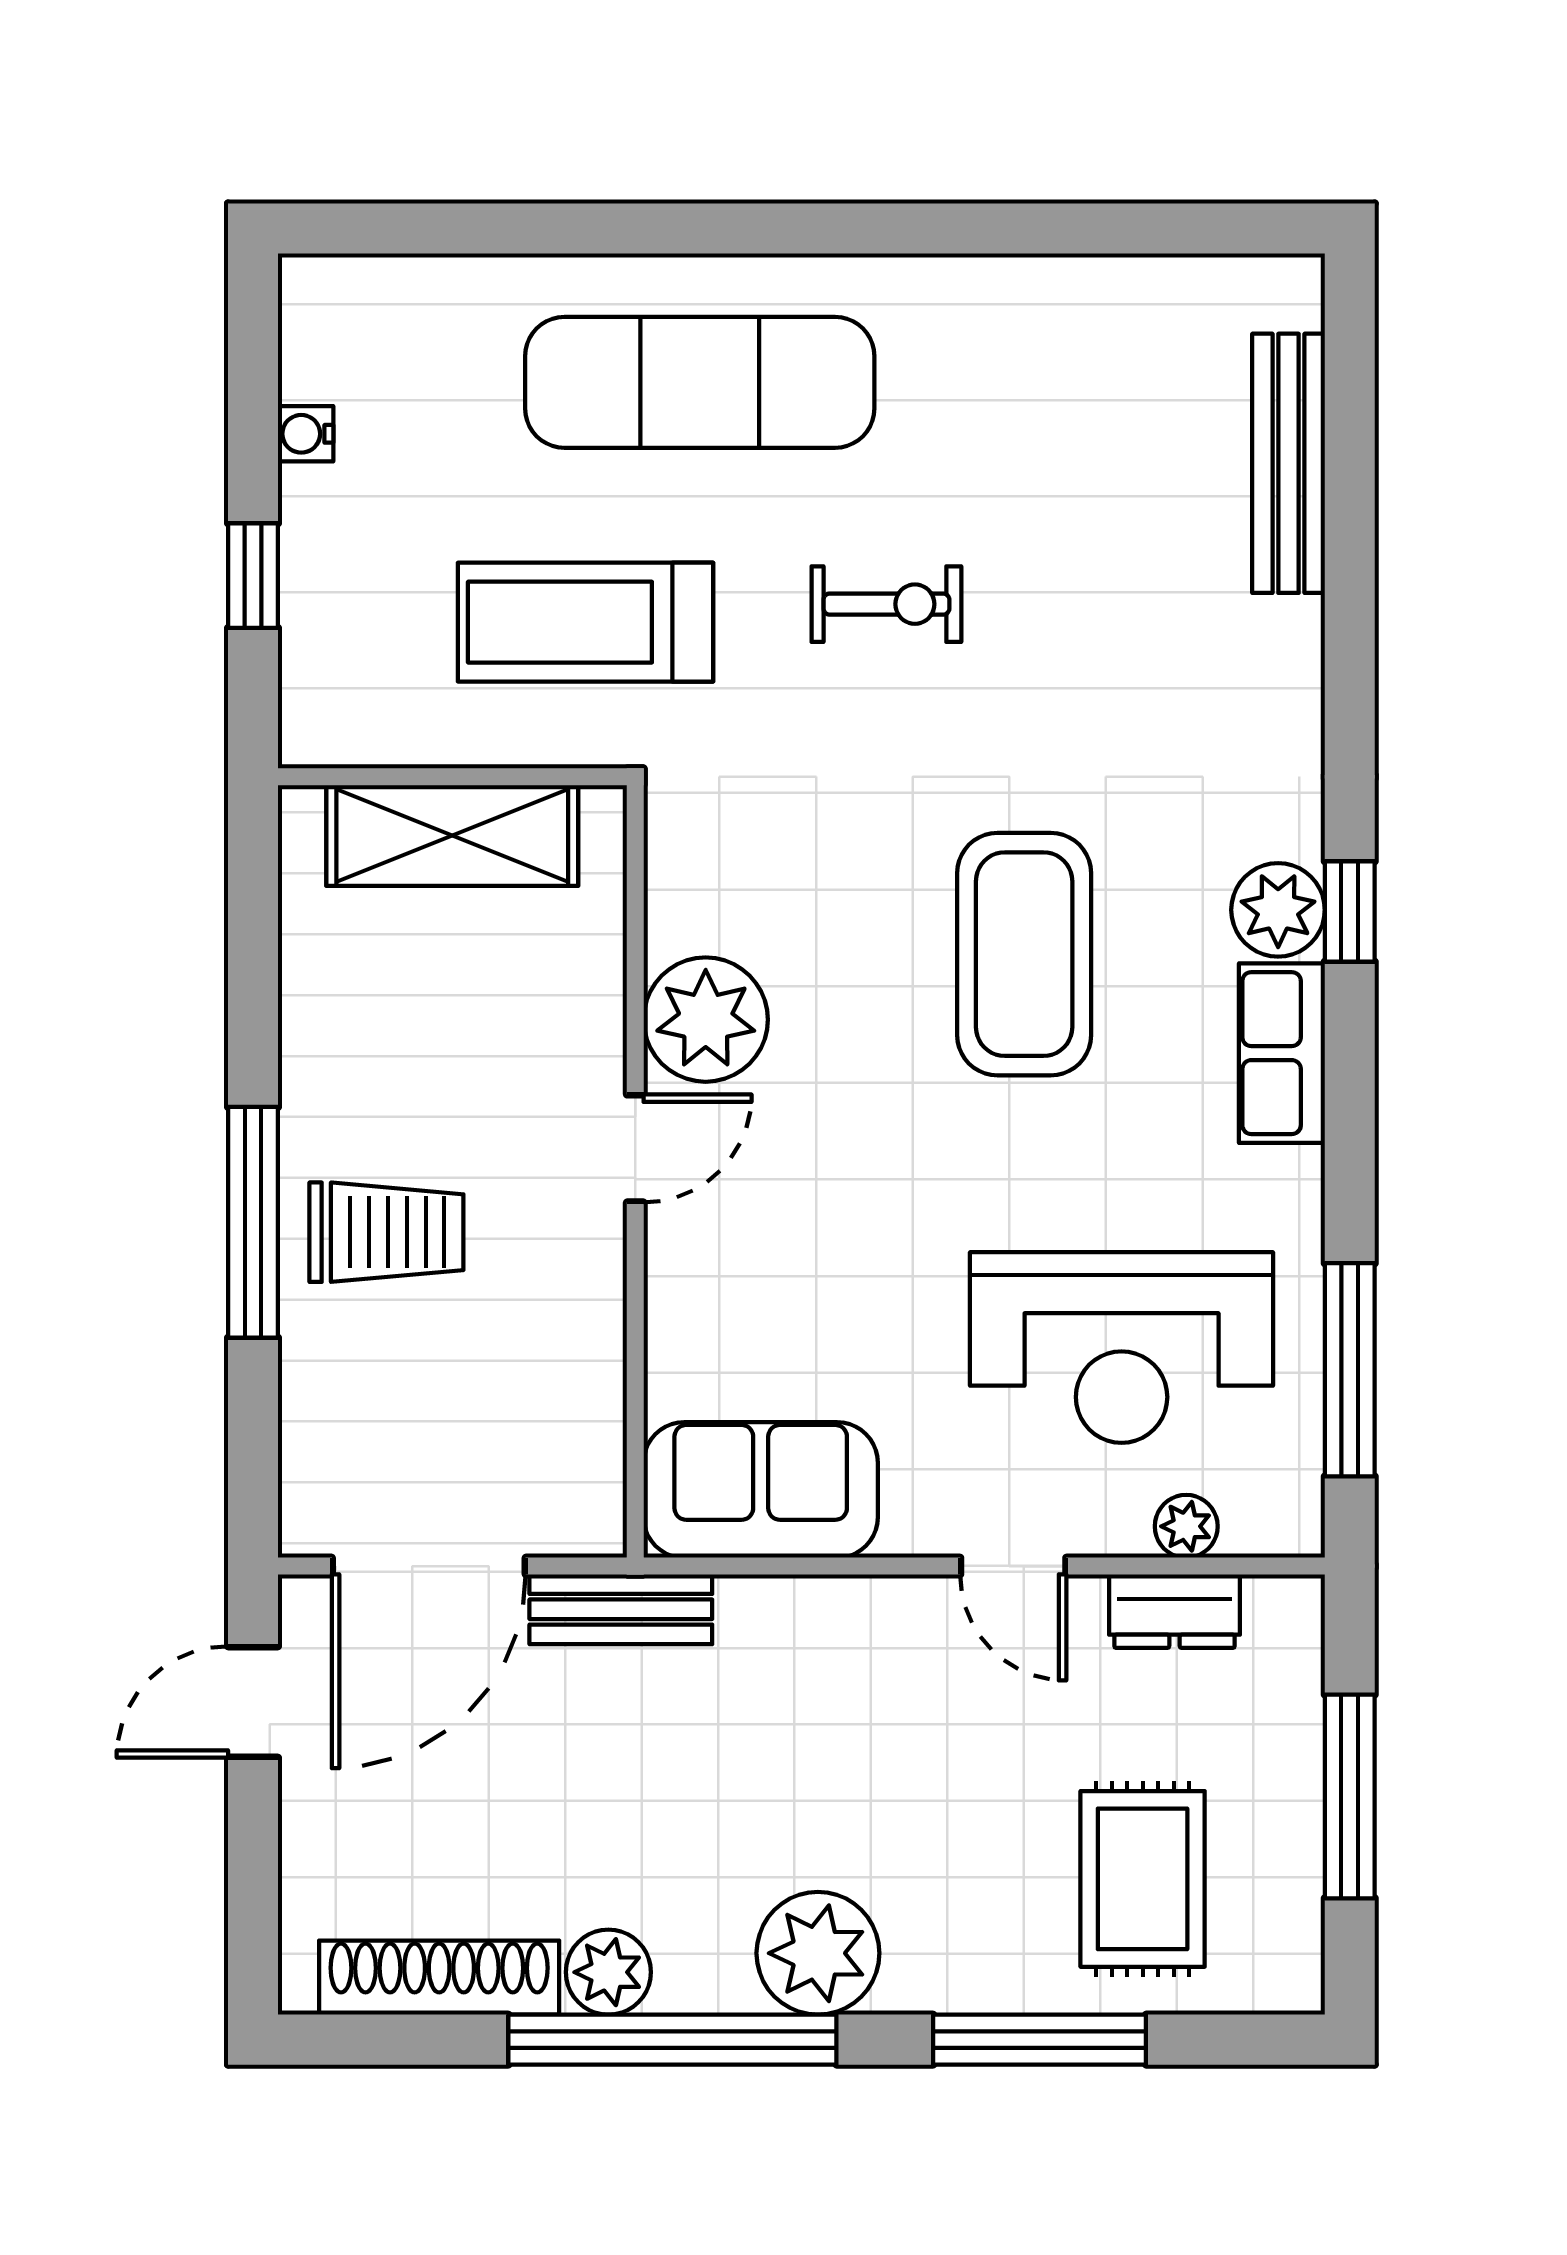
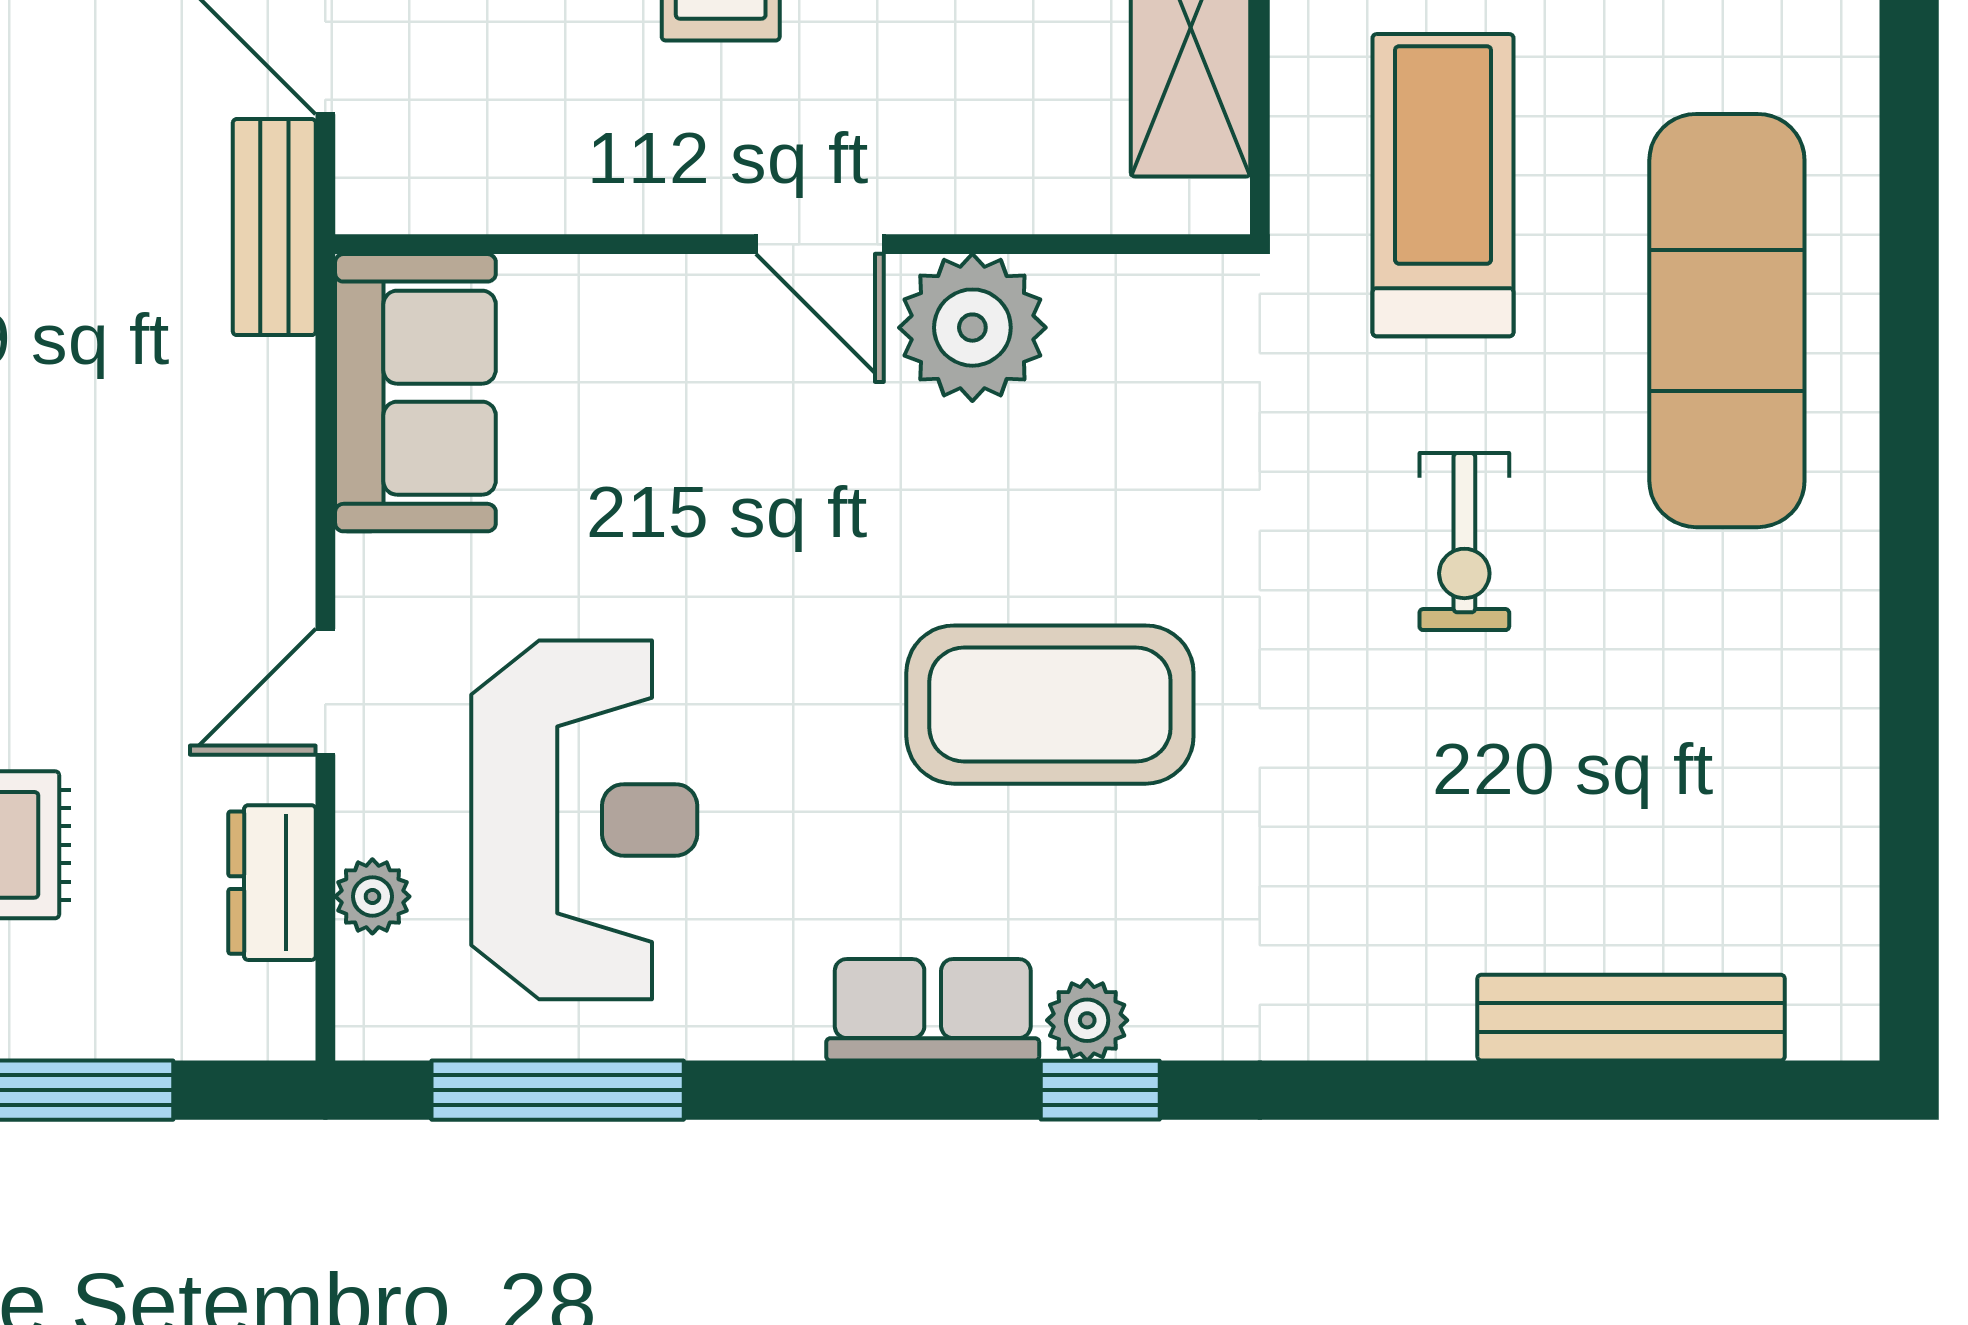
plant: (1278, 910) -> (1087, 1020), width x0.73, depth x0.73
reception desk: (1122, 1347) -> (584, 820), turned 180

